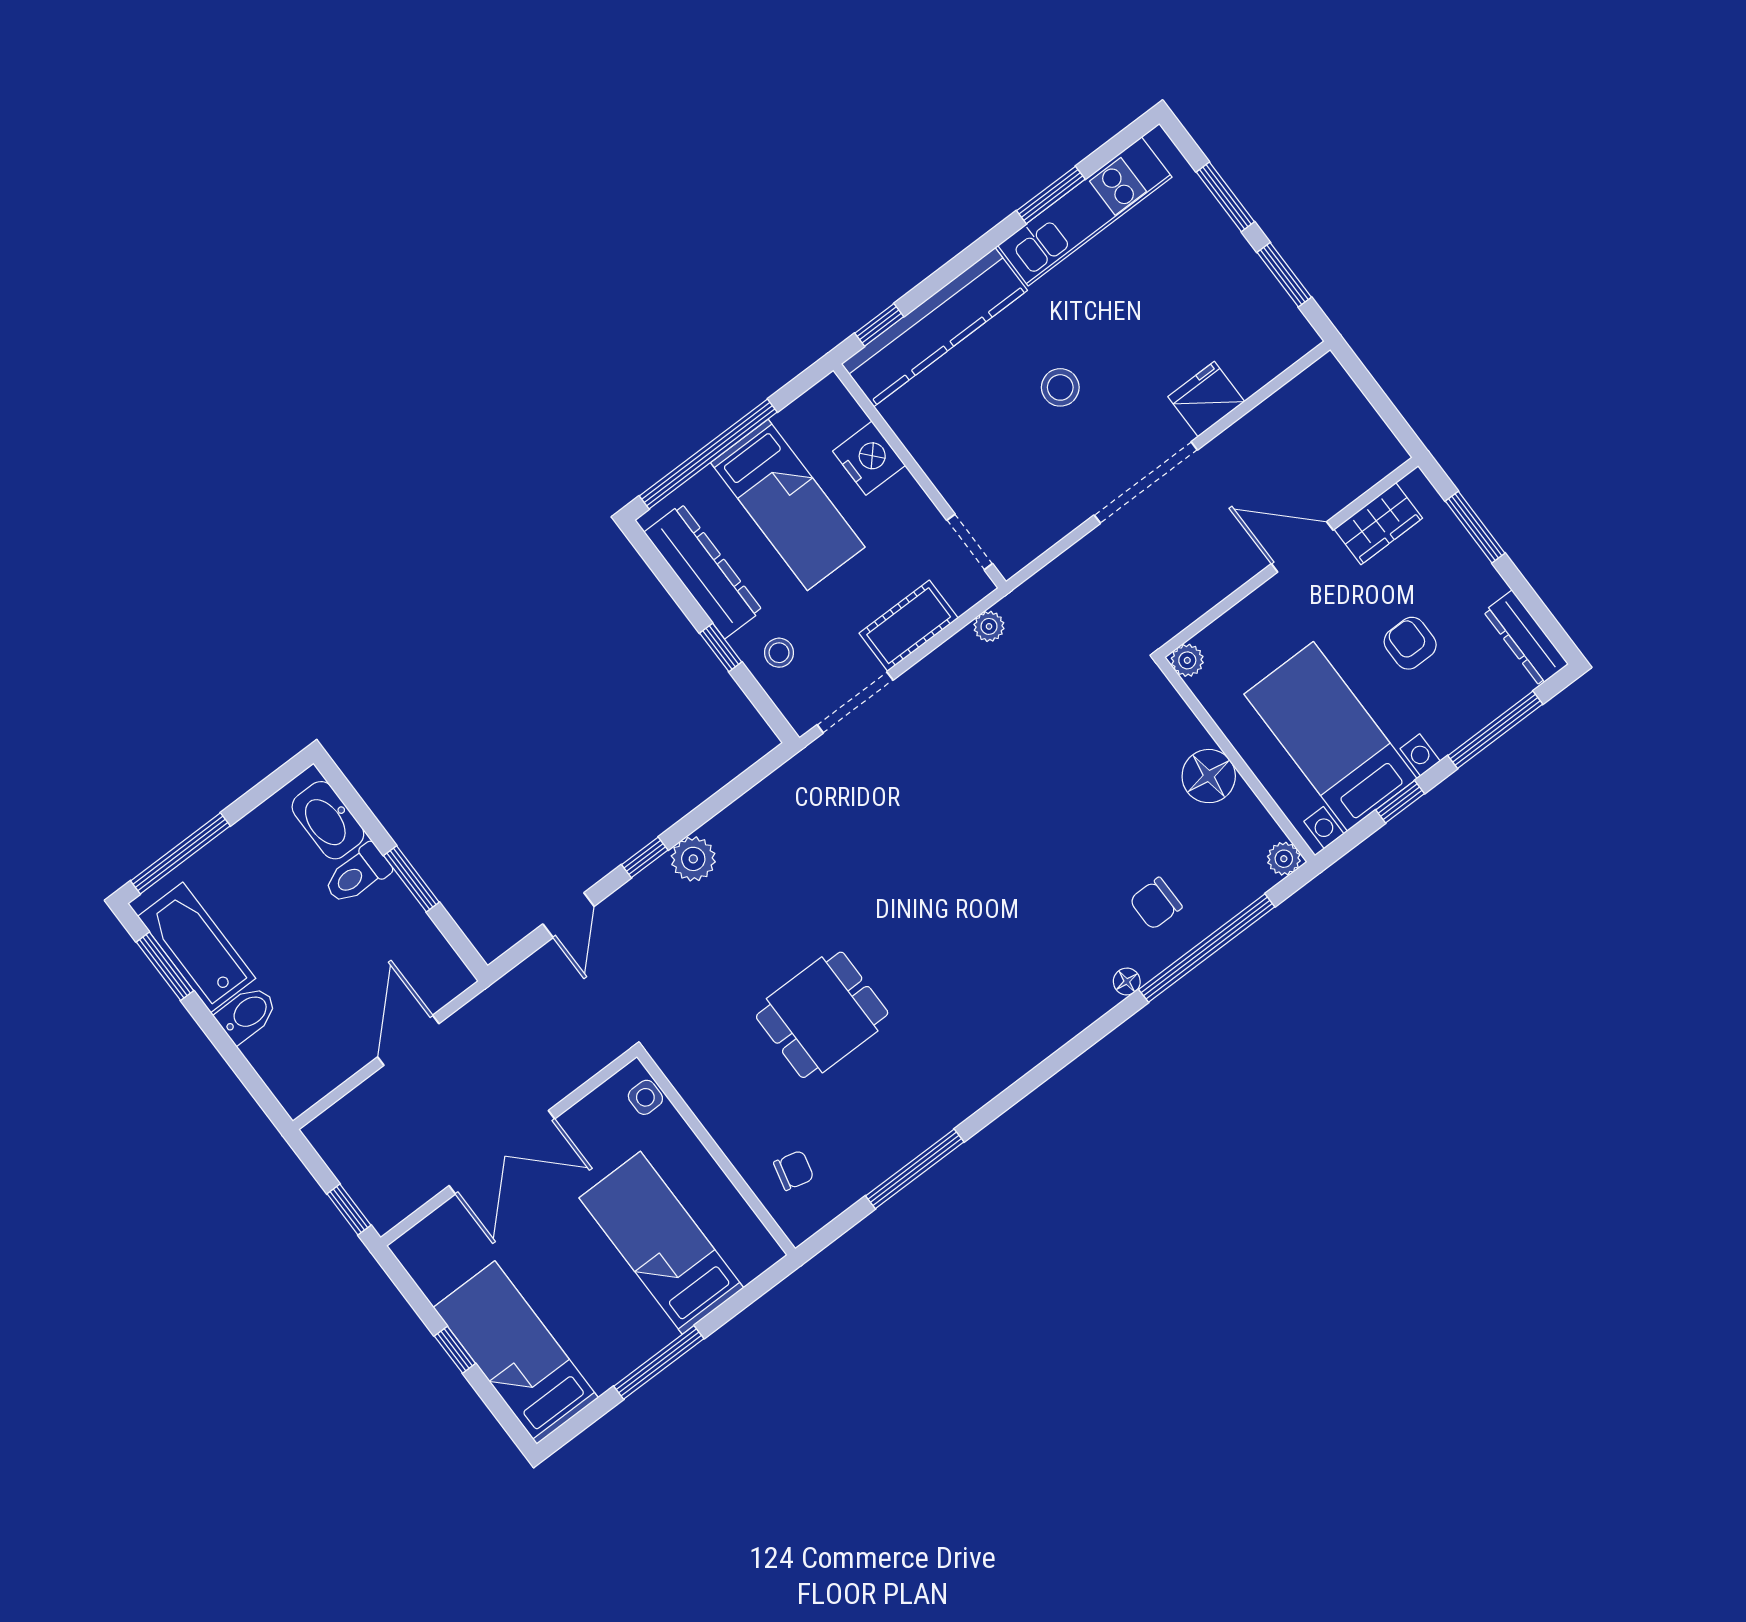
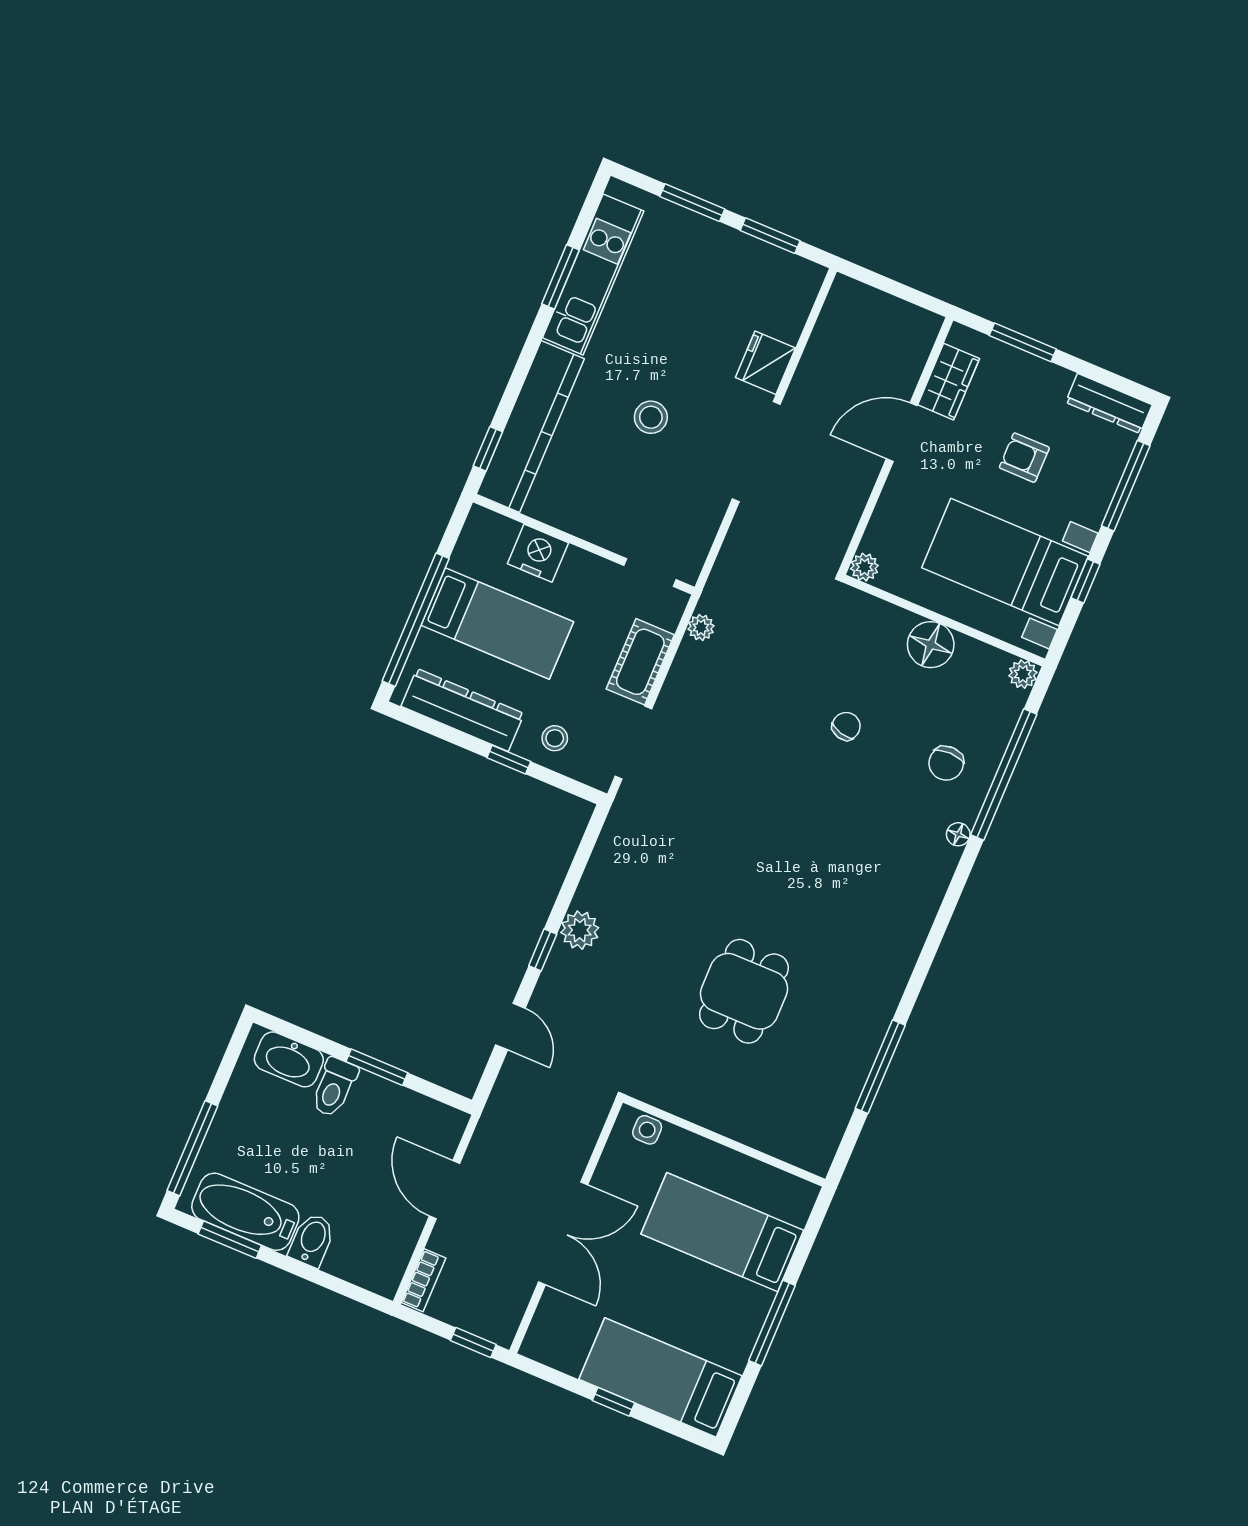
bookcase: (335, 1119) -> (424, 1280), added
chair: (794, 1170) -> (846, 726), moved

